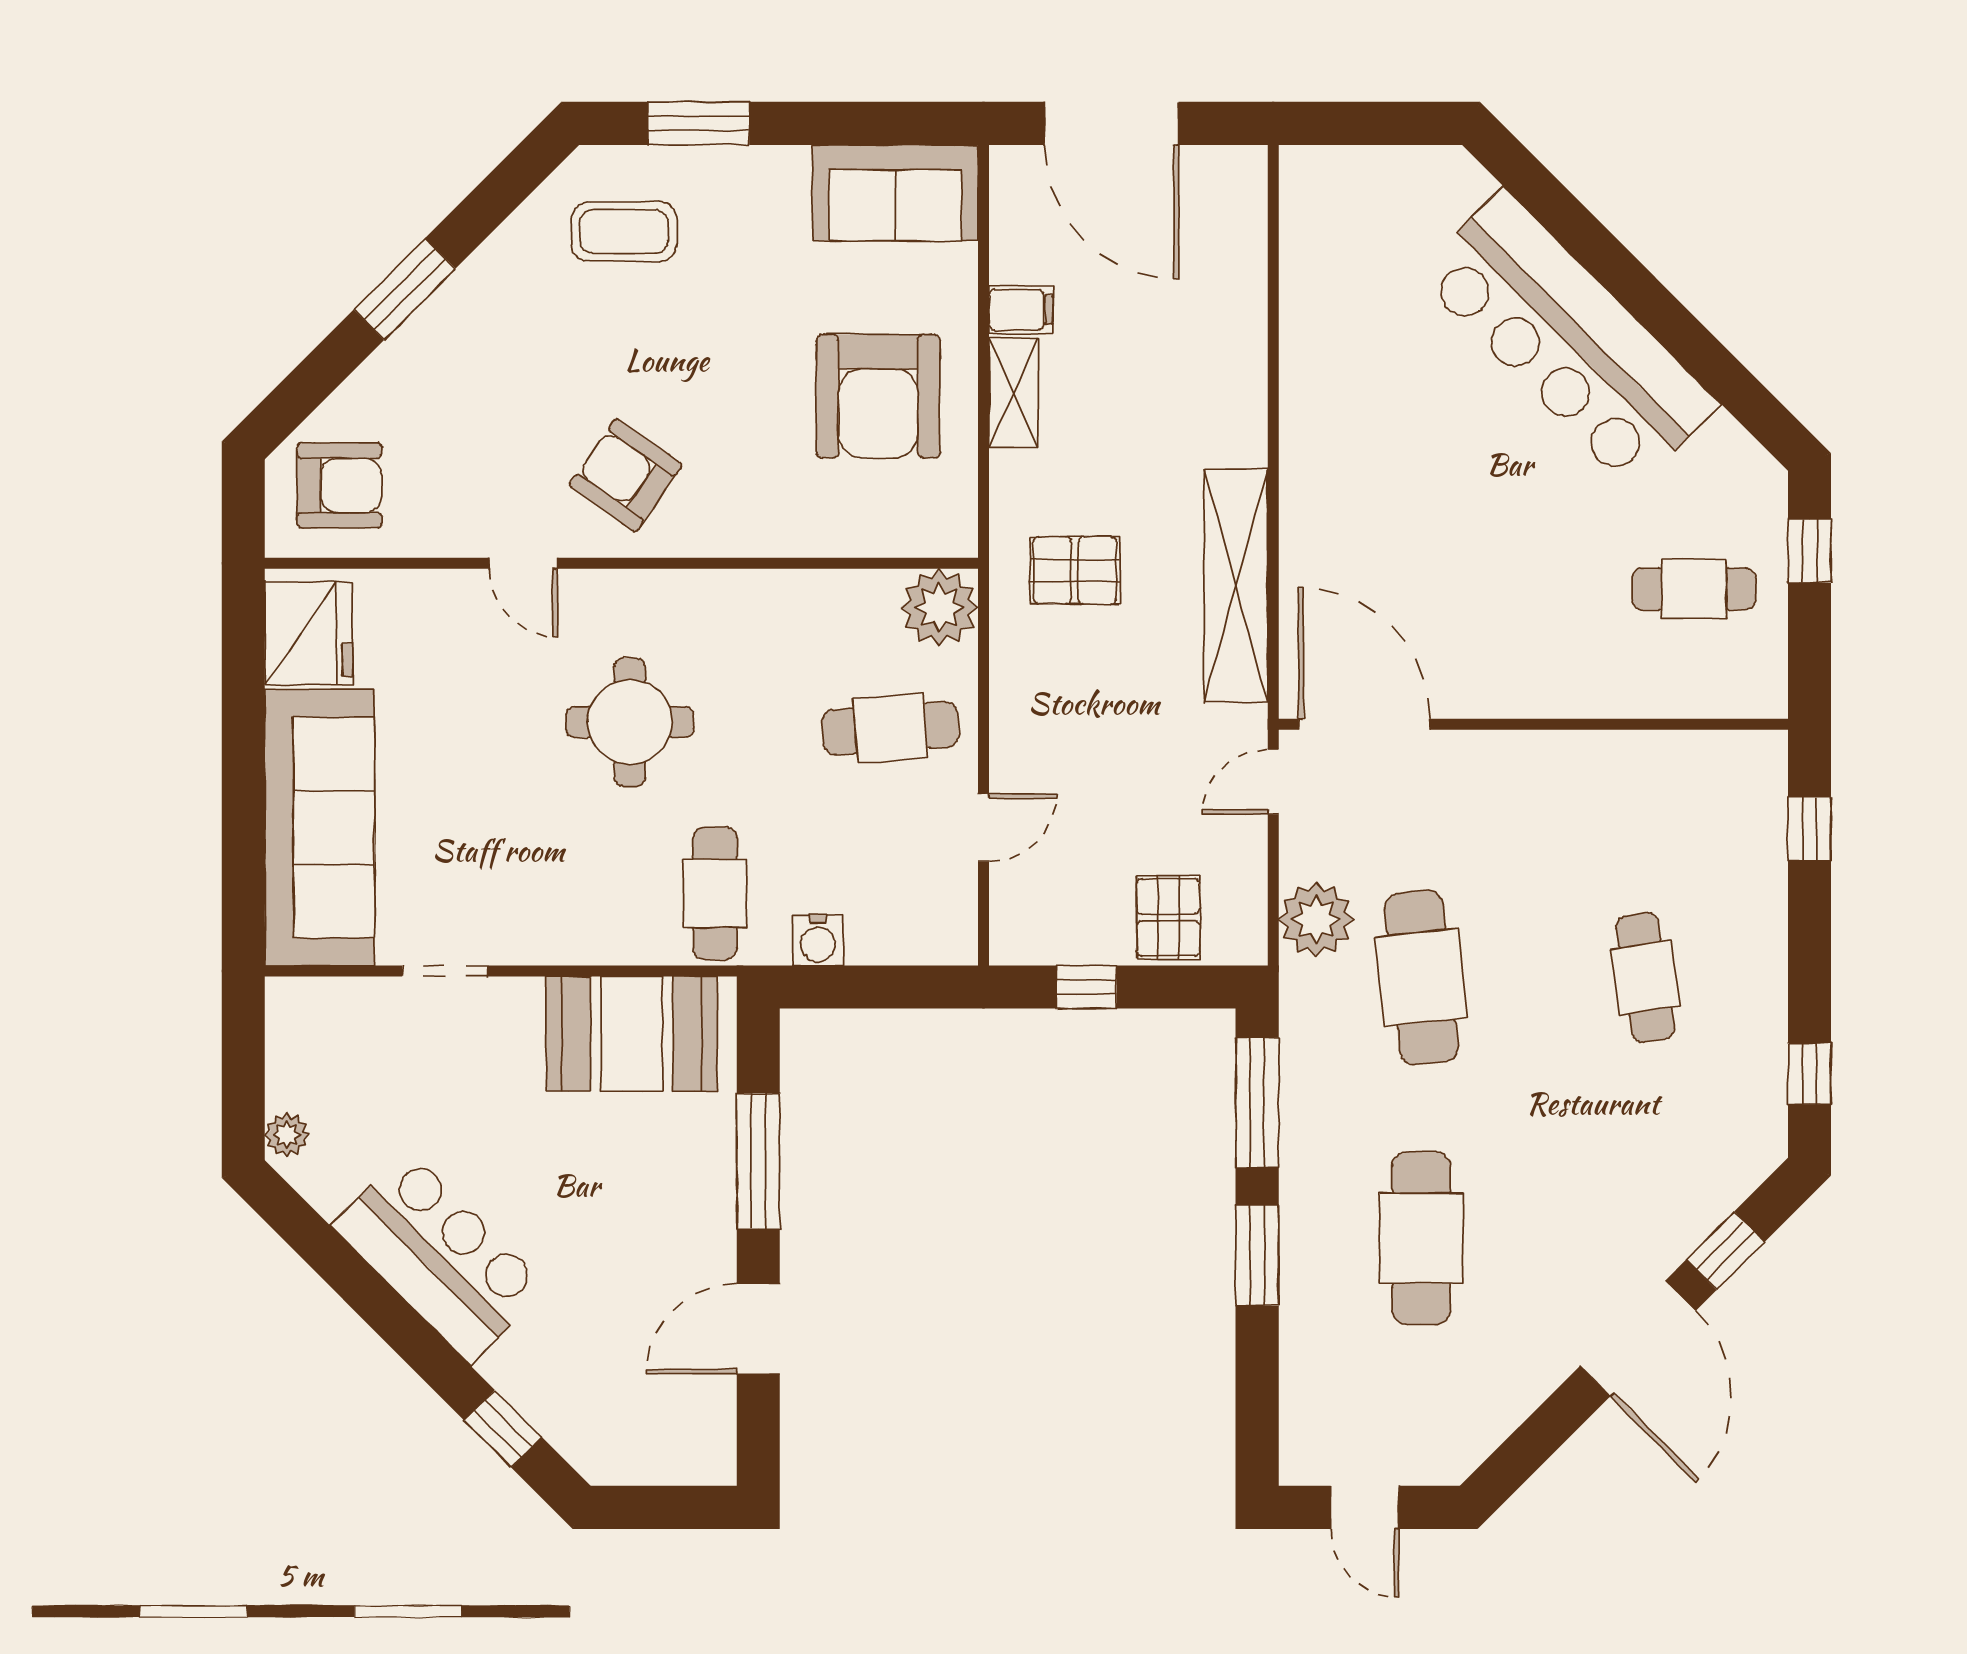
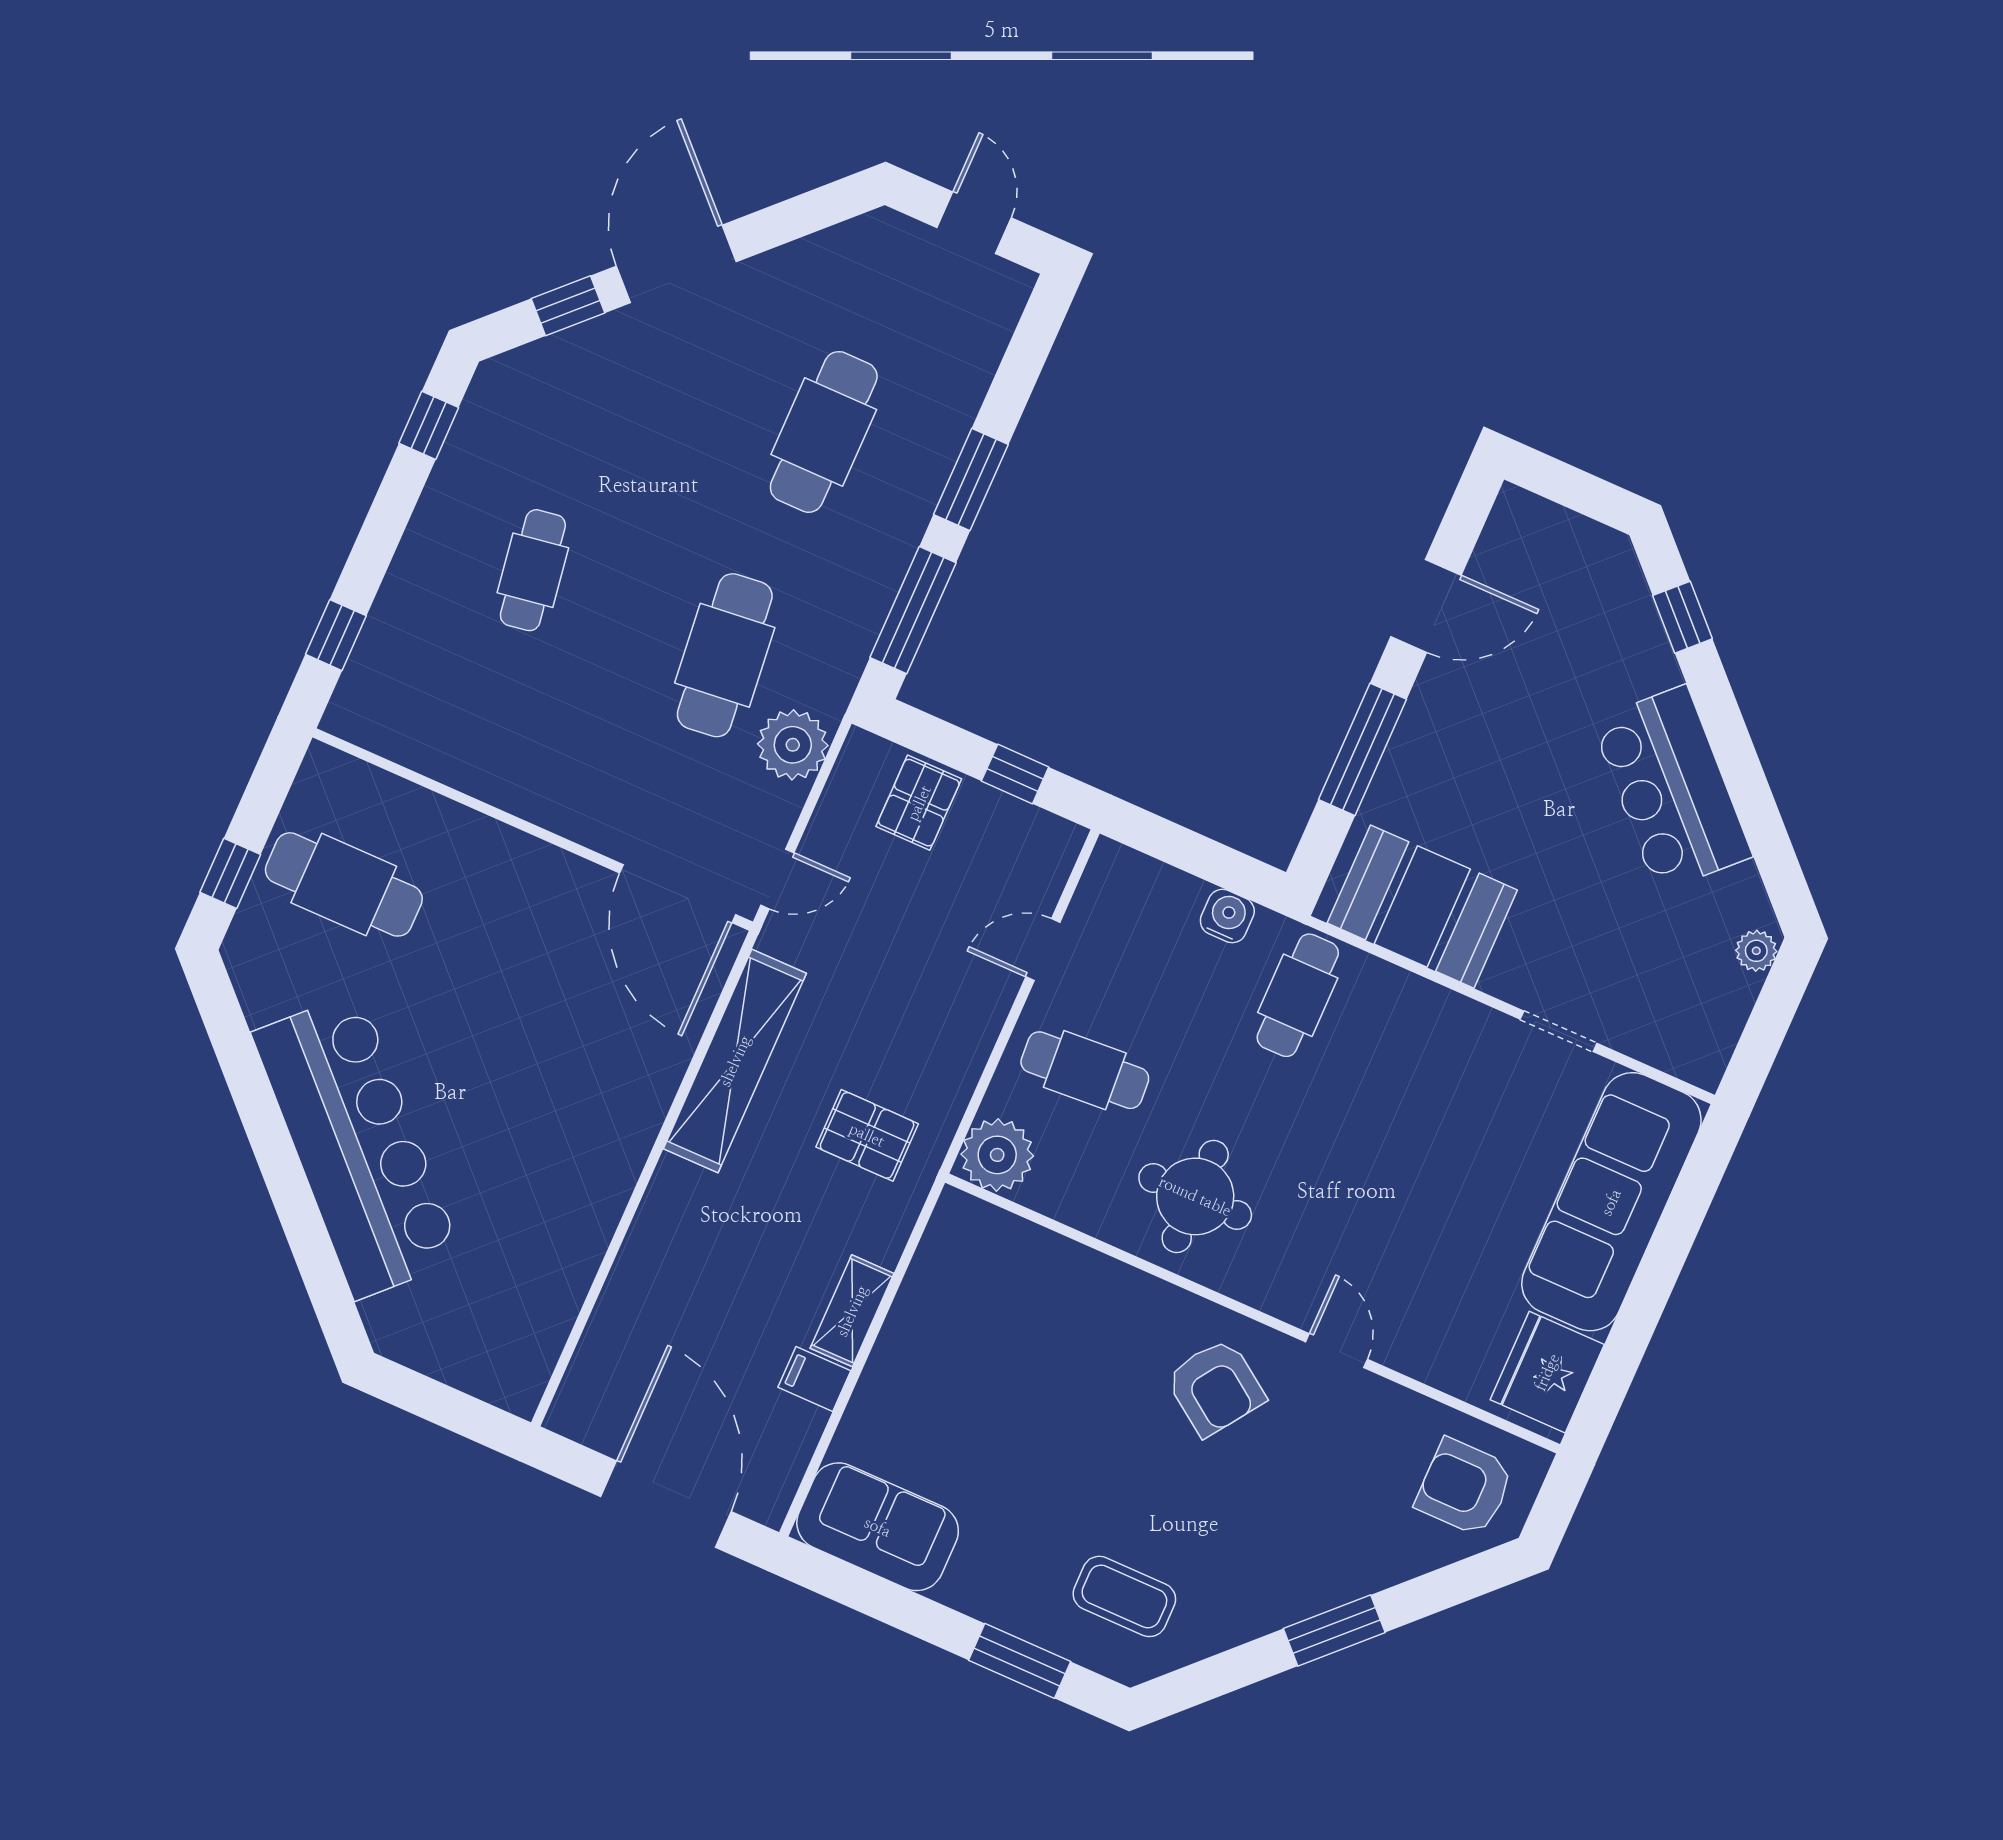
armchair: (878, 396) -> (969, 1359), removed
cafe table: (1694, 589) -> (344, 884), width x1.37, depth x1.35
round table: (630, 722) -> (1195, 1196), moved

